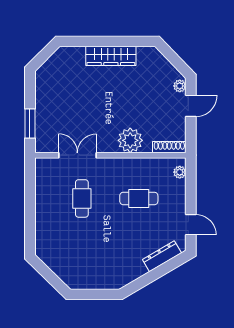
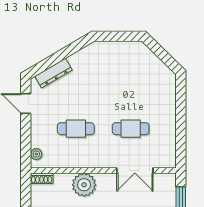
shoe rack: (169, 147) -> (42, 178), width x0.70
cafe table: (82, 198) -> (131, 129), turned 90

